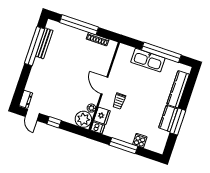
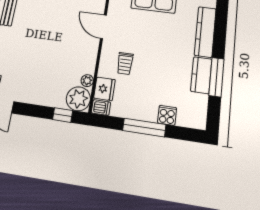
door: (104, 86) -> (103, 27), moved
window: (54, 122) -> (63, 115), moved

